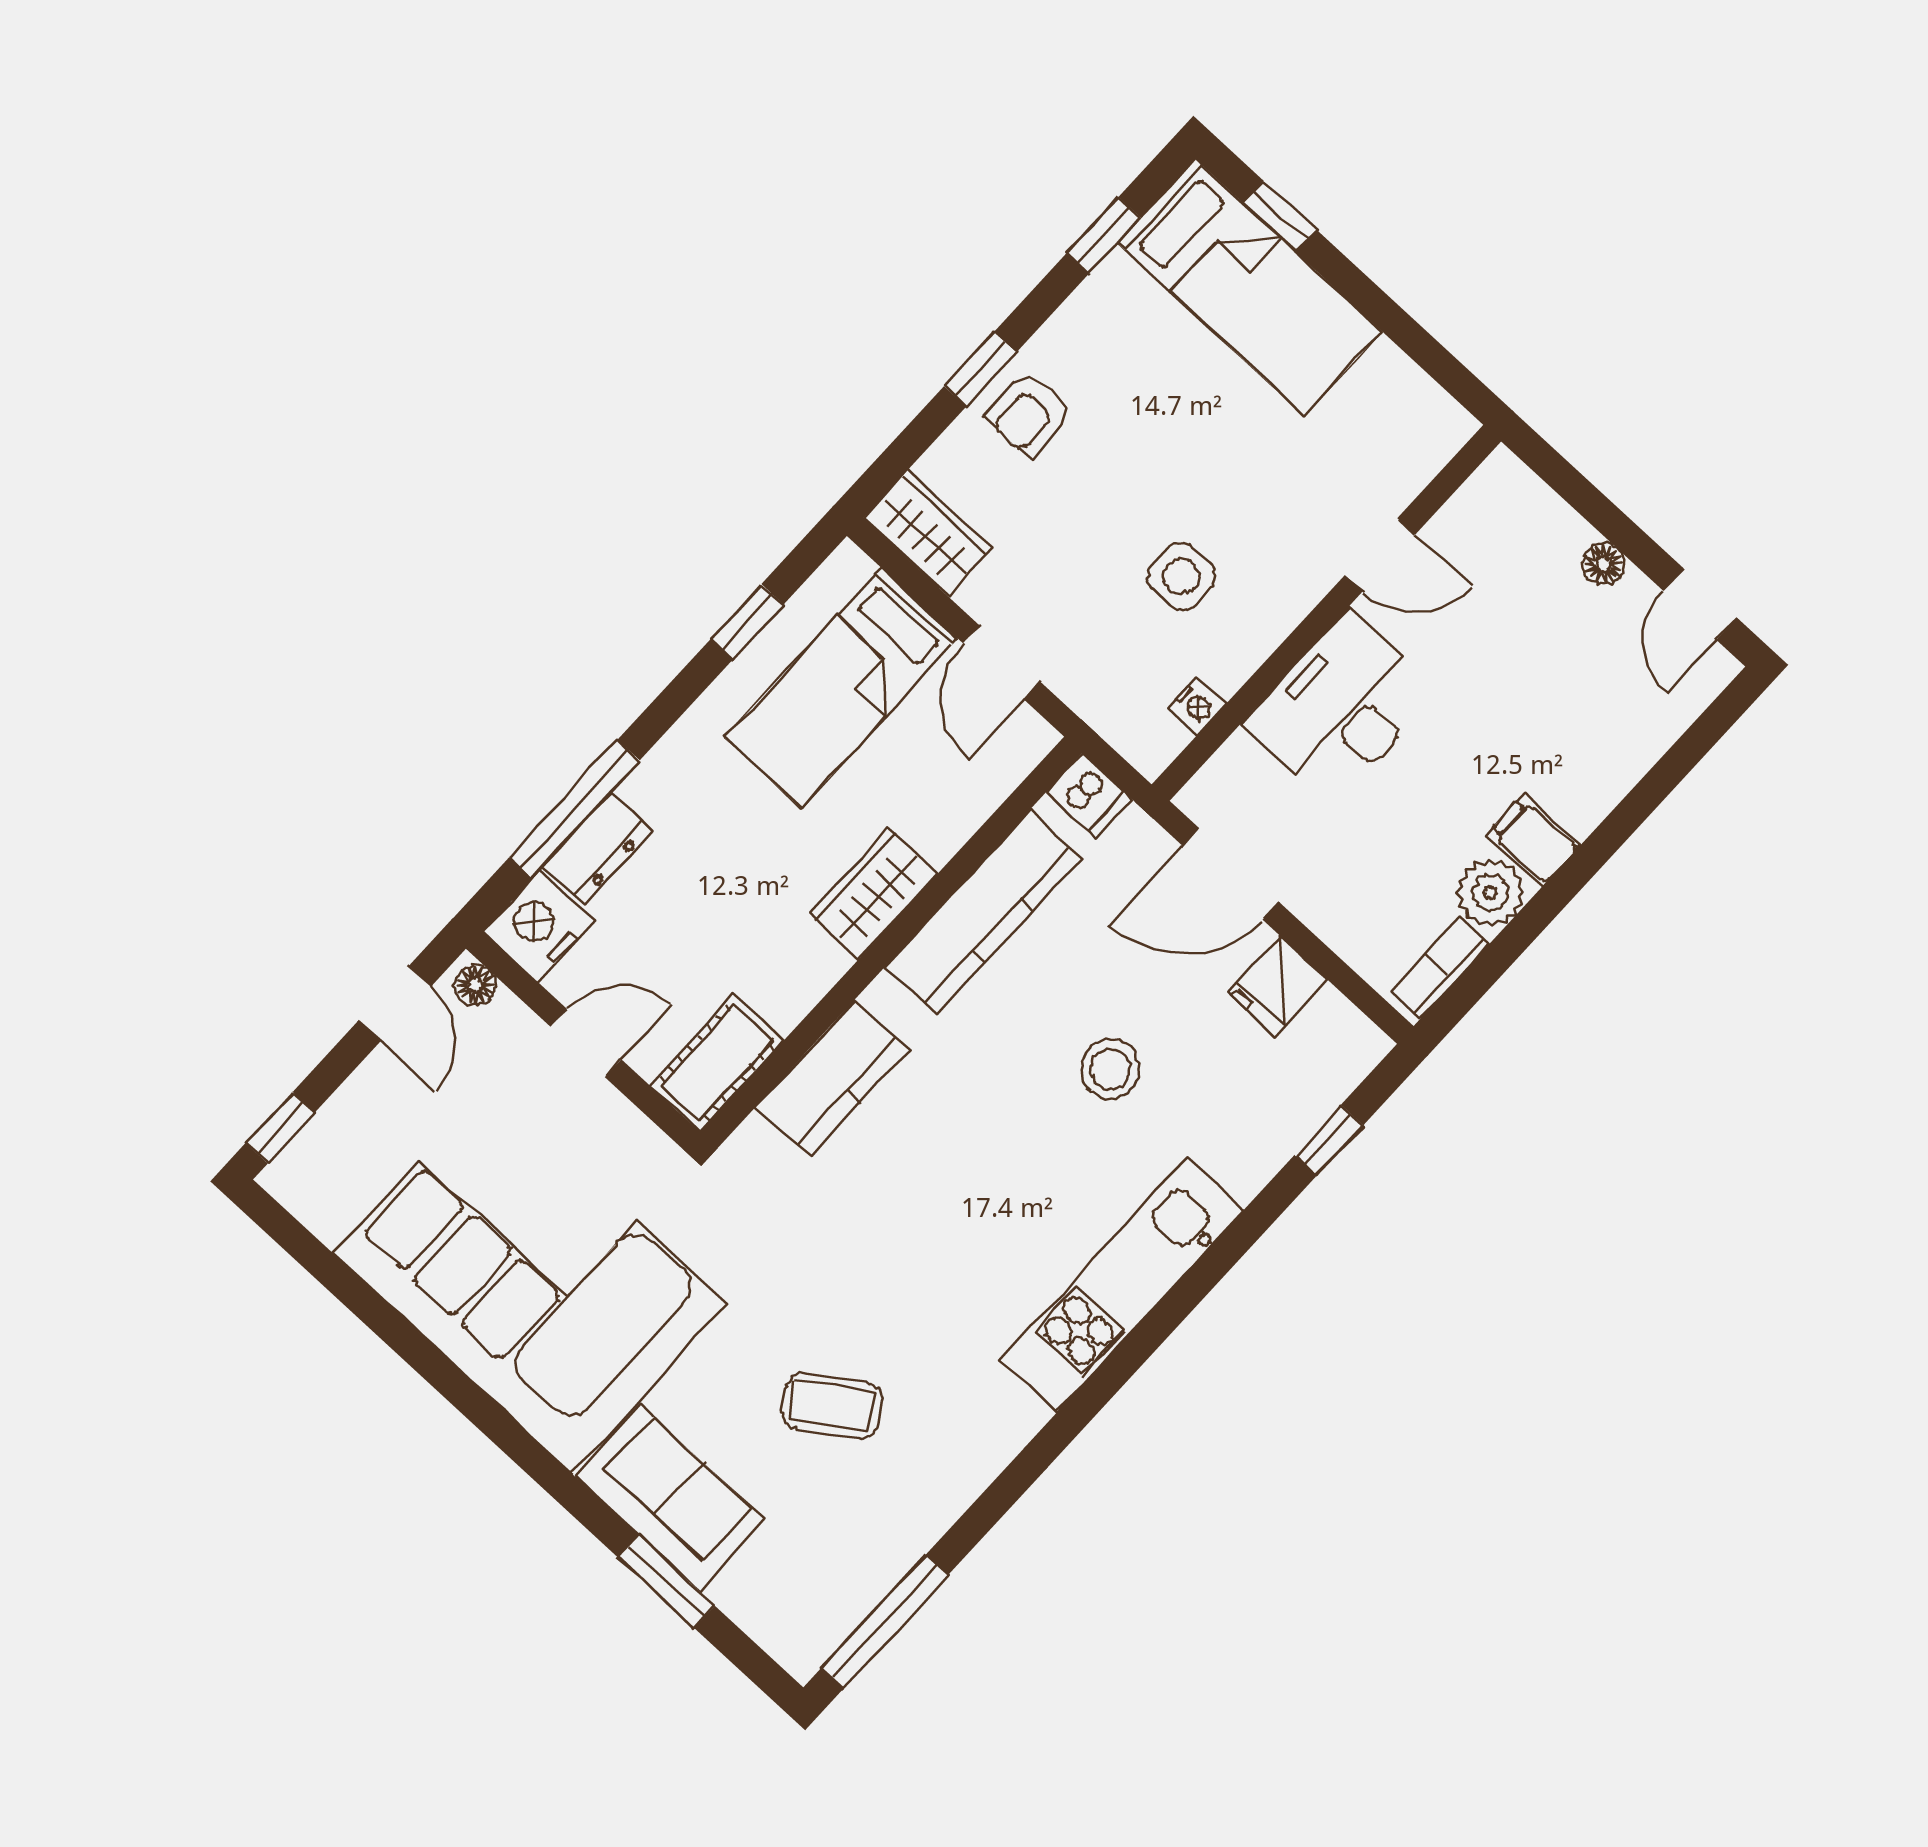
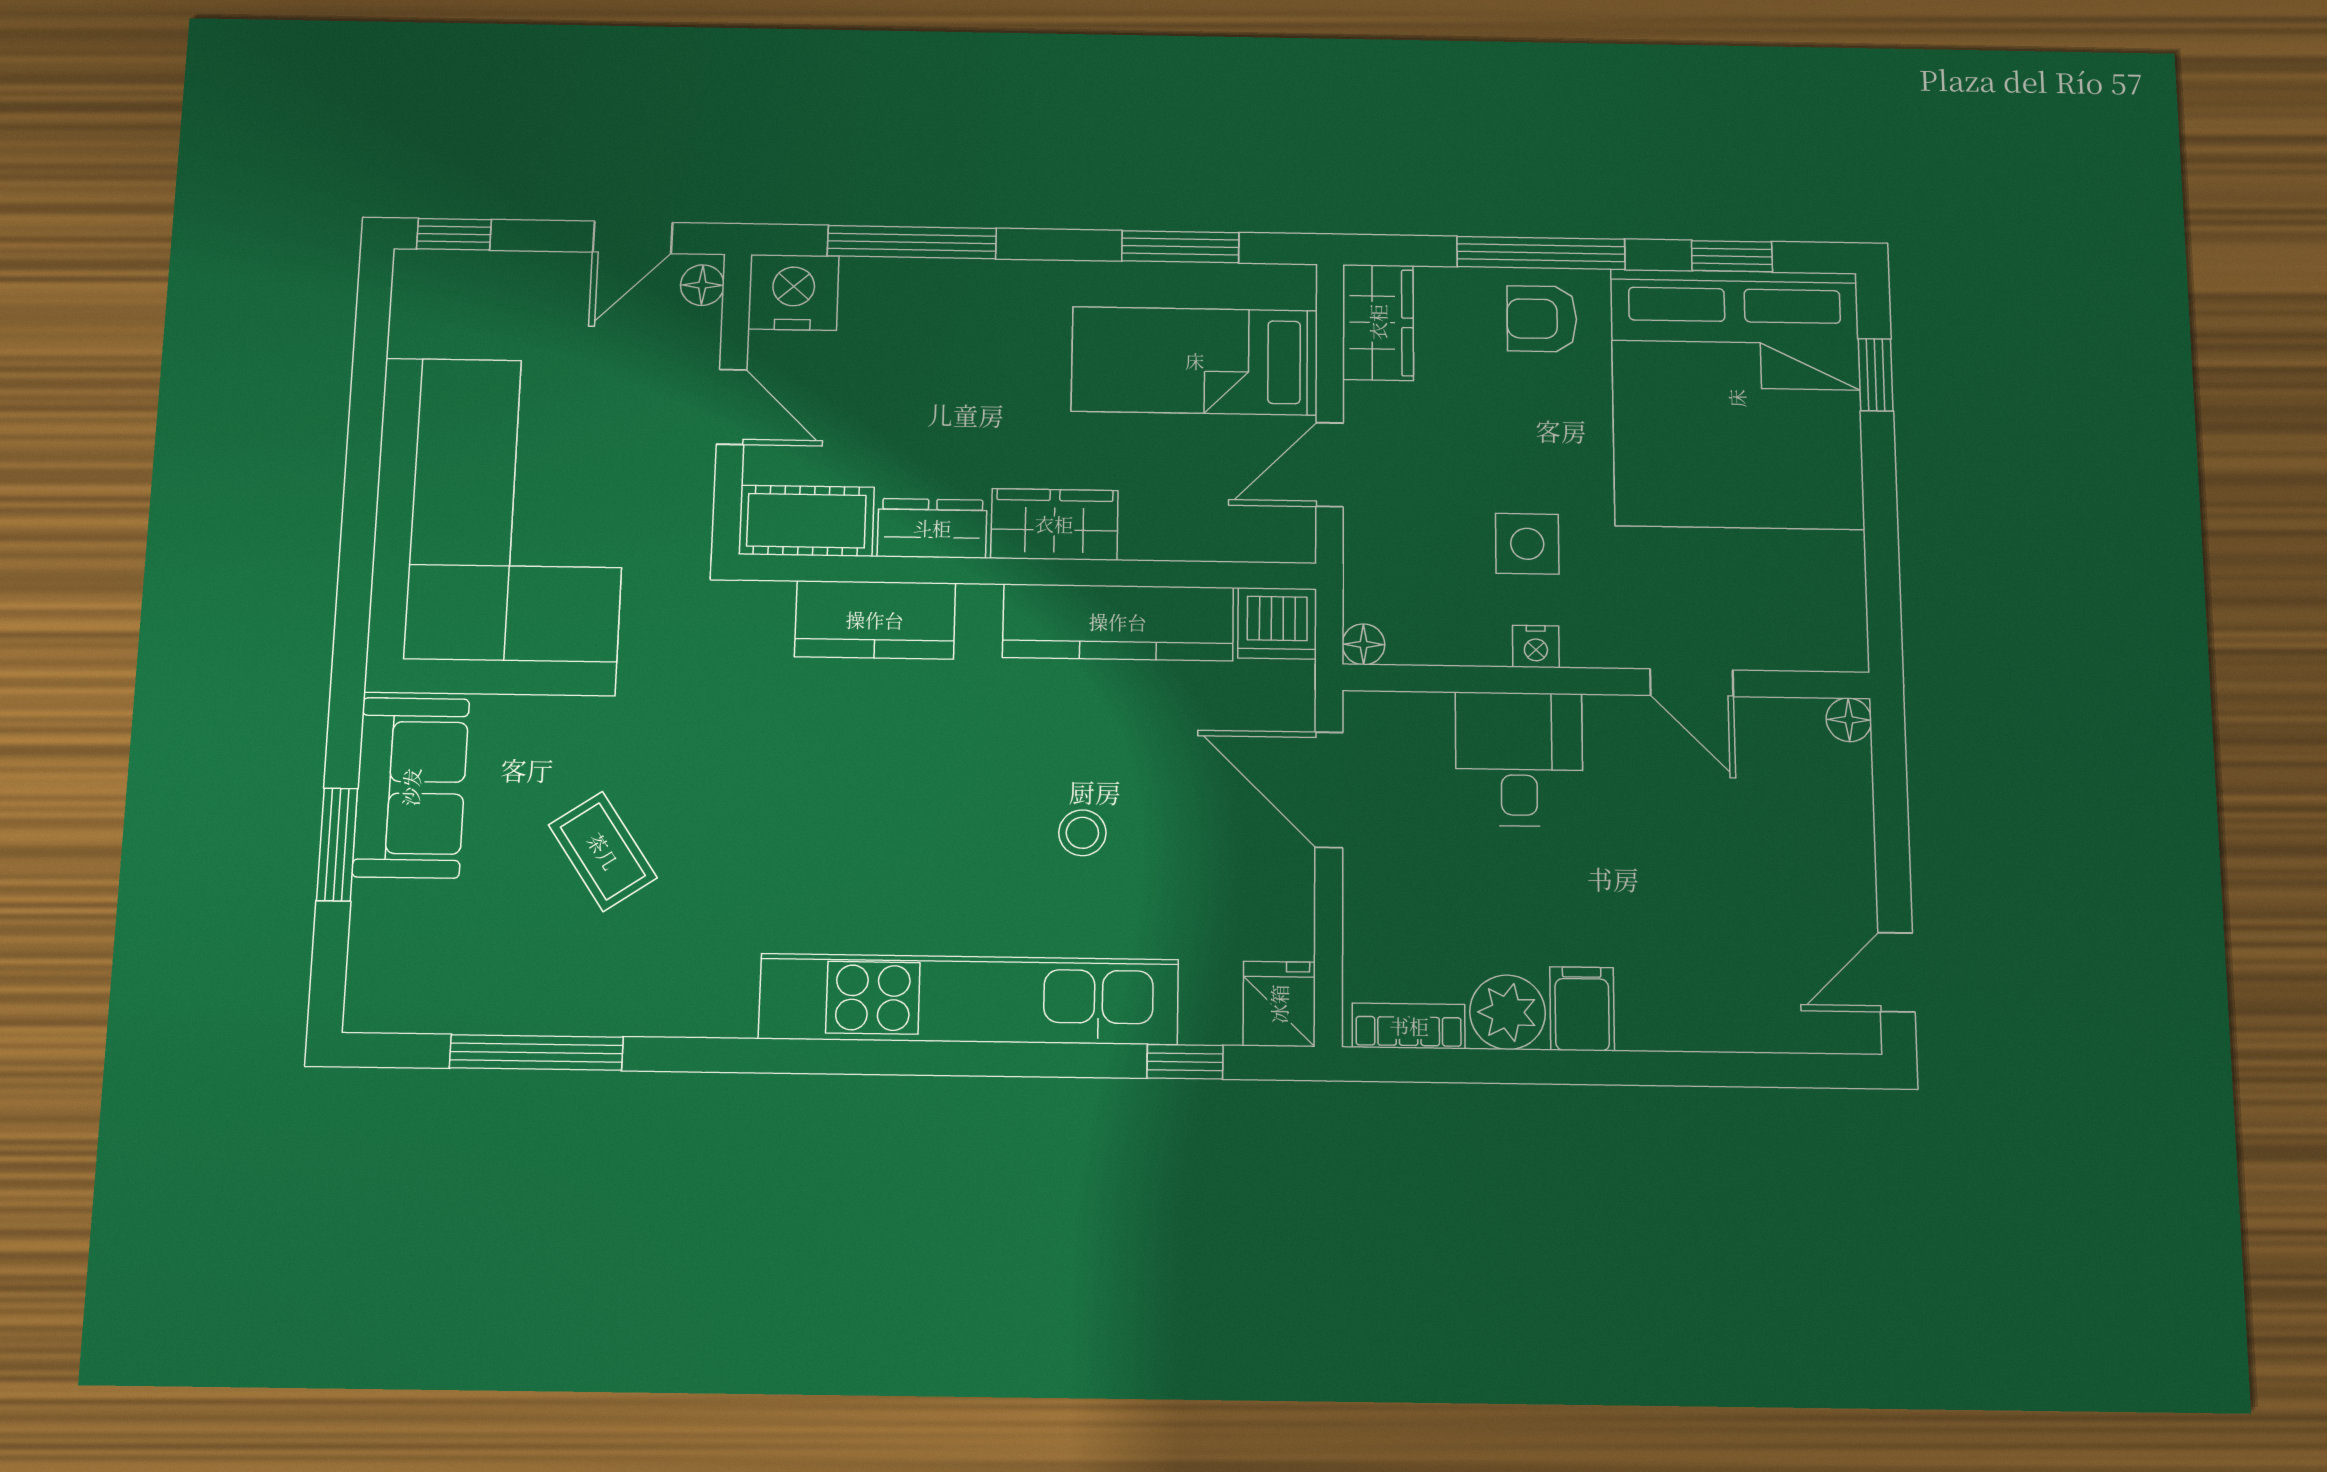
bed: (1250, 287) -> (1737, 398), width x2.04
window: (980, 369) -> (1541, 253), width x2.17
floor lamp: (1603, 564) -> (1849, 720), moved
window: (747, 622) -> (1180, 247), width x1.50
nightstand: (1197, 706) -> (1536, 647), moved
desk: (1341, 708) -> (1519, 759), width x0.73
floor lamp: (1151, 757) -> (1363, 644), added
dishwasher: (1089, 795) -> (1277, 623), width x1.38
dresser: (597, 848) -> (932, 528), moved, turned 180
fridge: (1278, 986) -> (1279, 1004), moved, turned 90
stool: (1110, 1069) -> (1082, 833), width x0.73, depth x0.73
kitchen unit: (1122, 1284) -> (969, 999), width x1.36
window: (885, 1622) -> (536, 1052), moved

